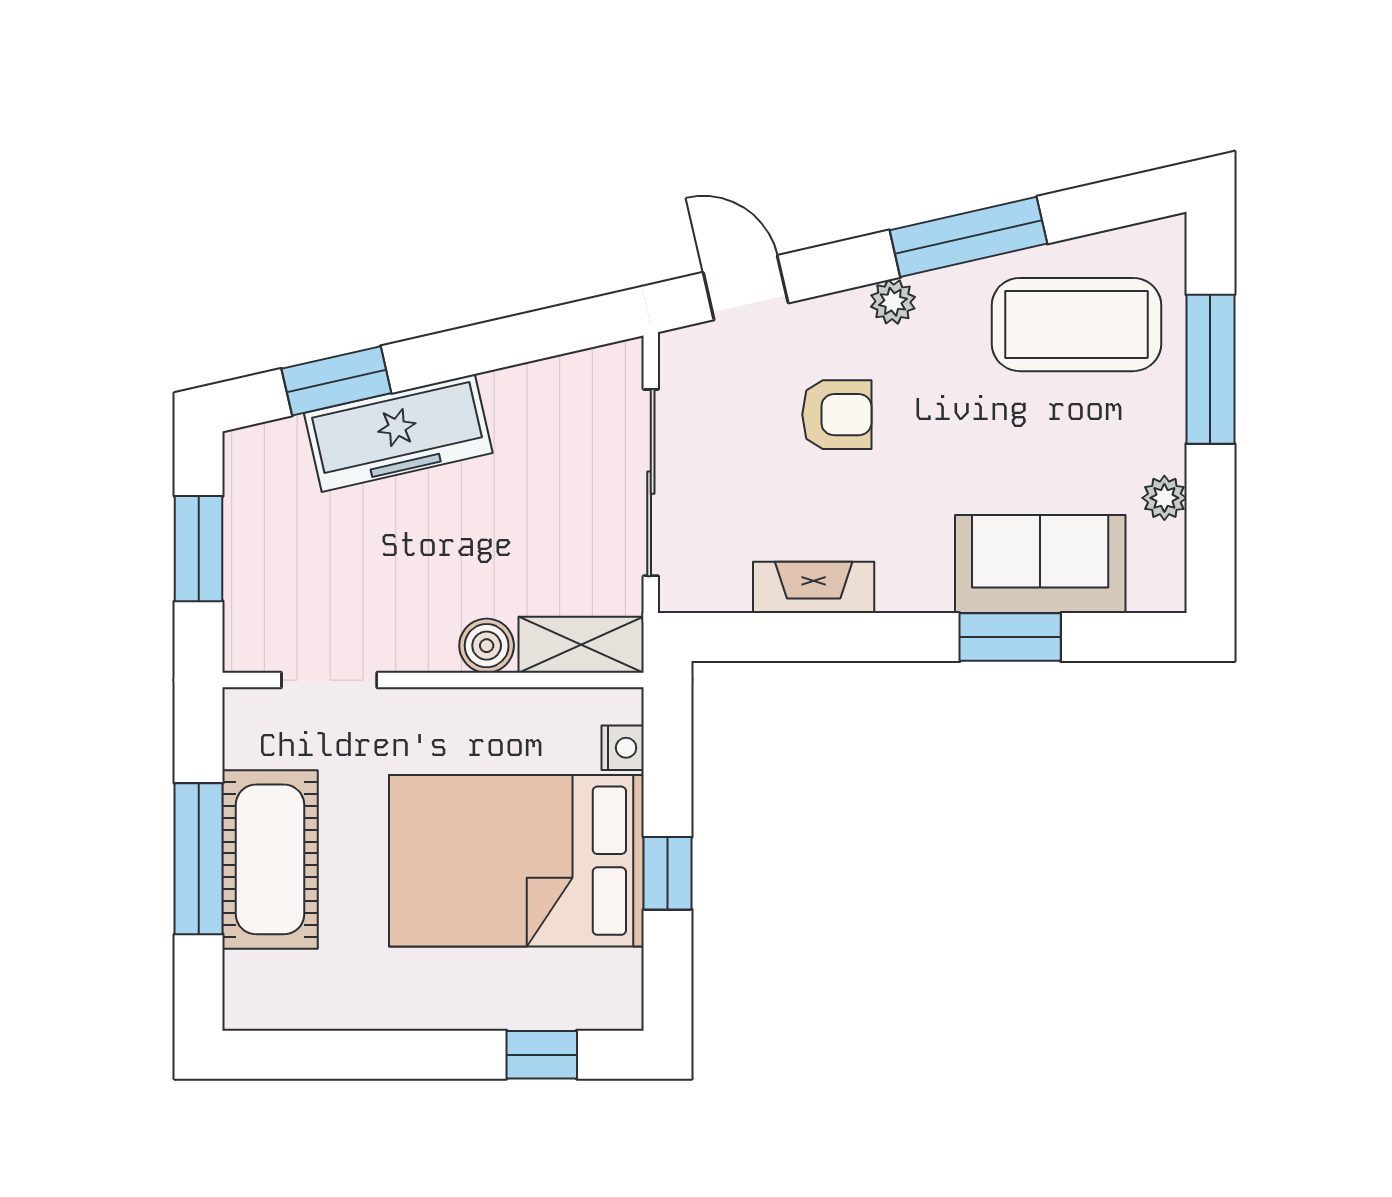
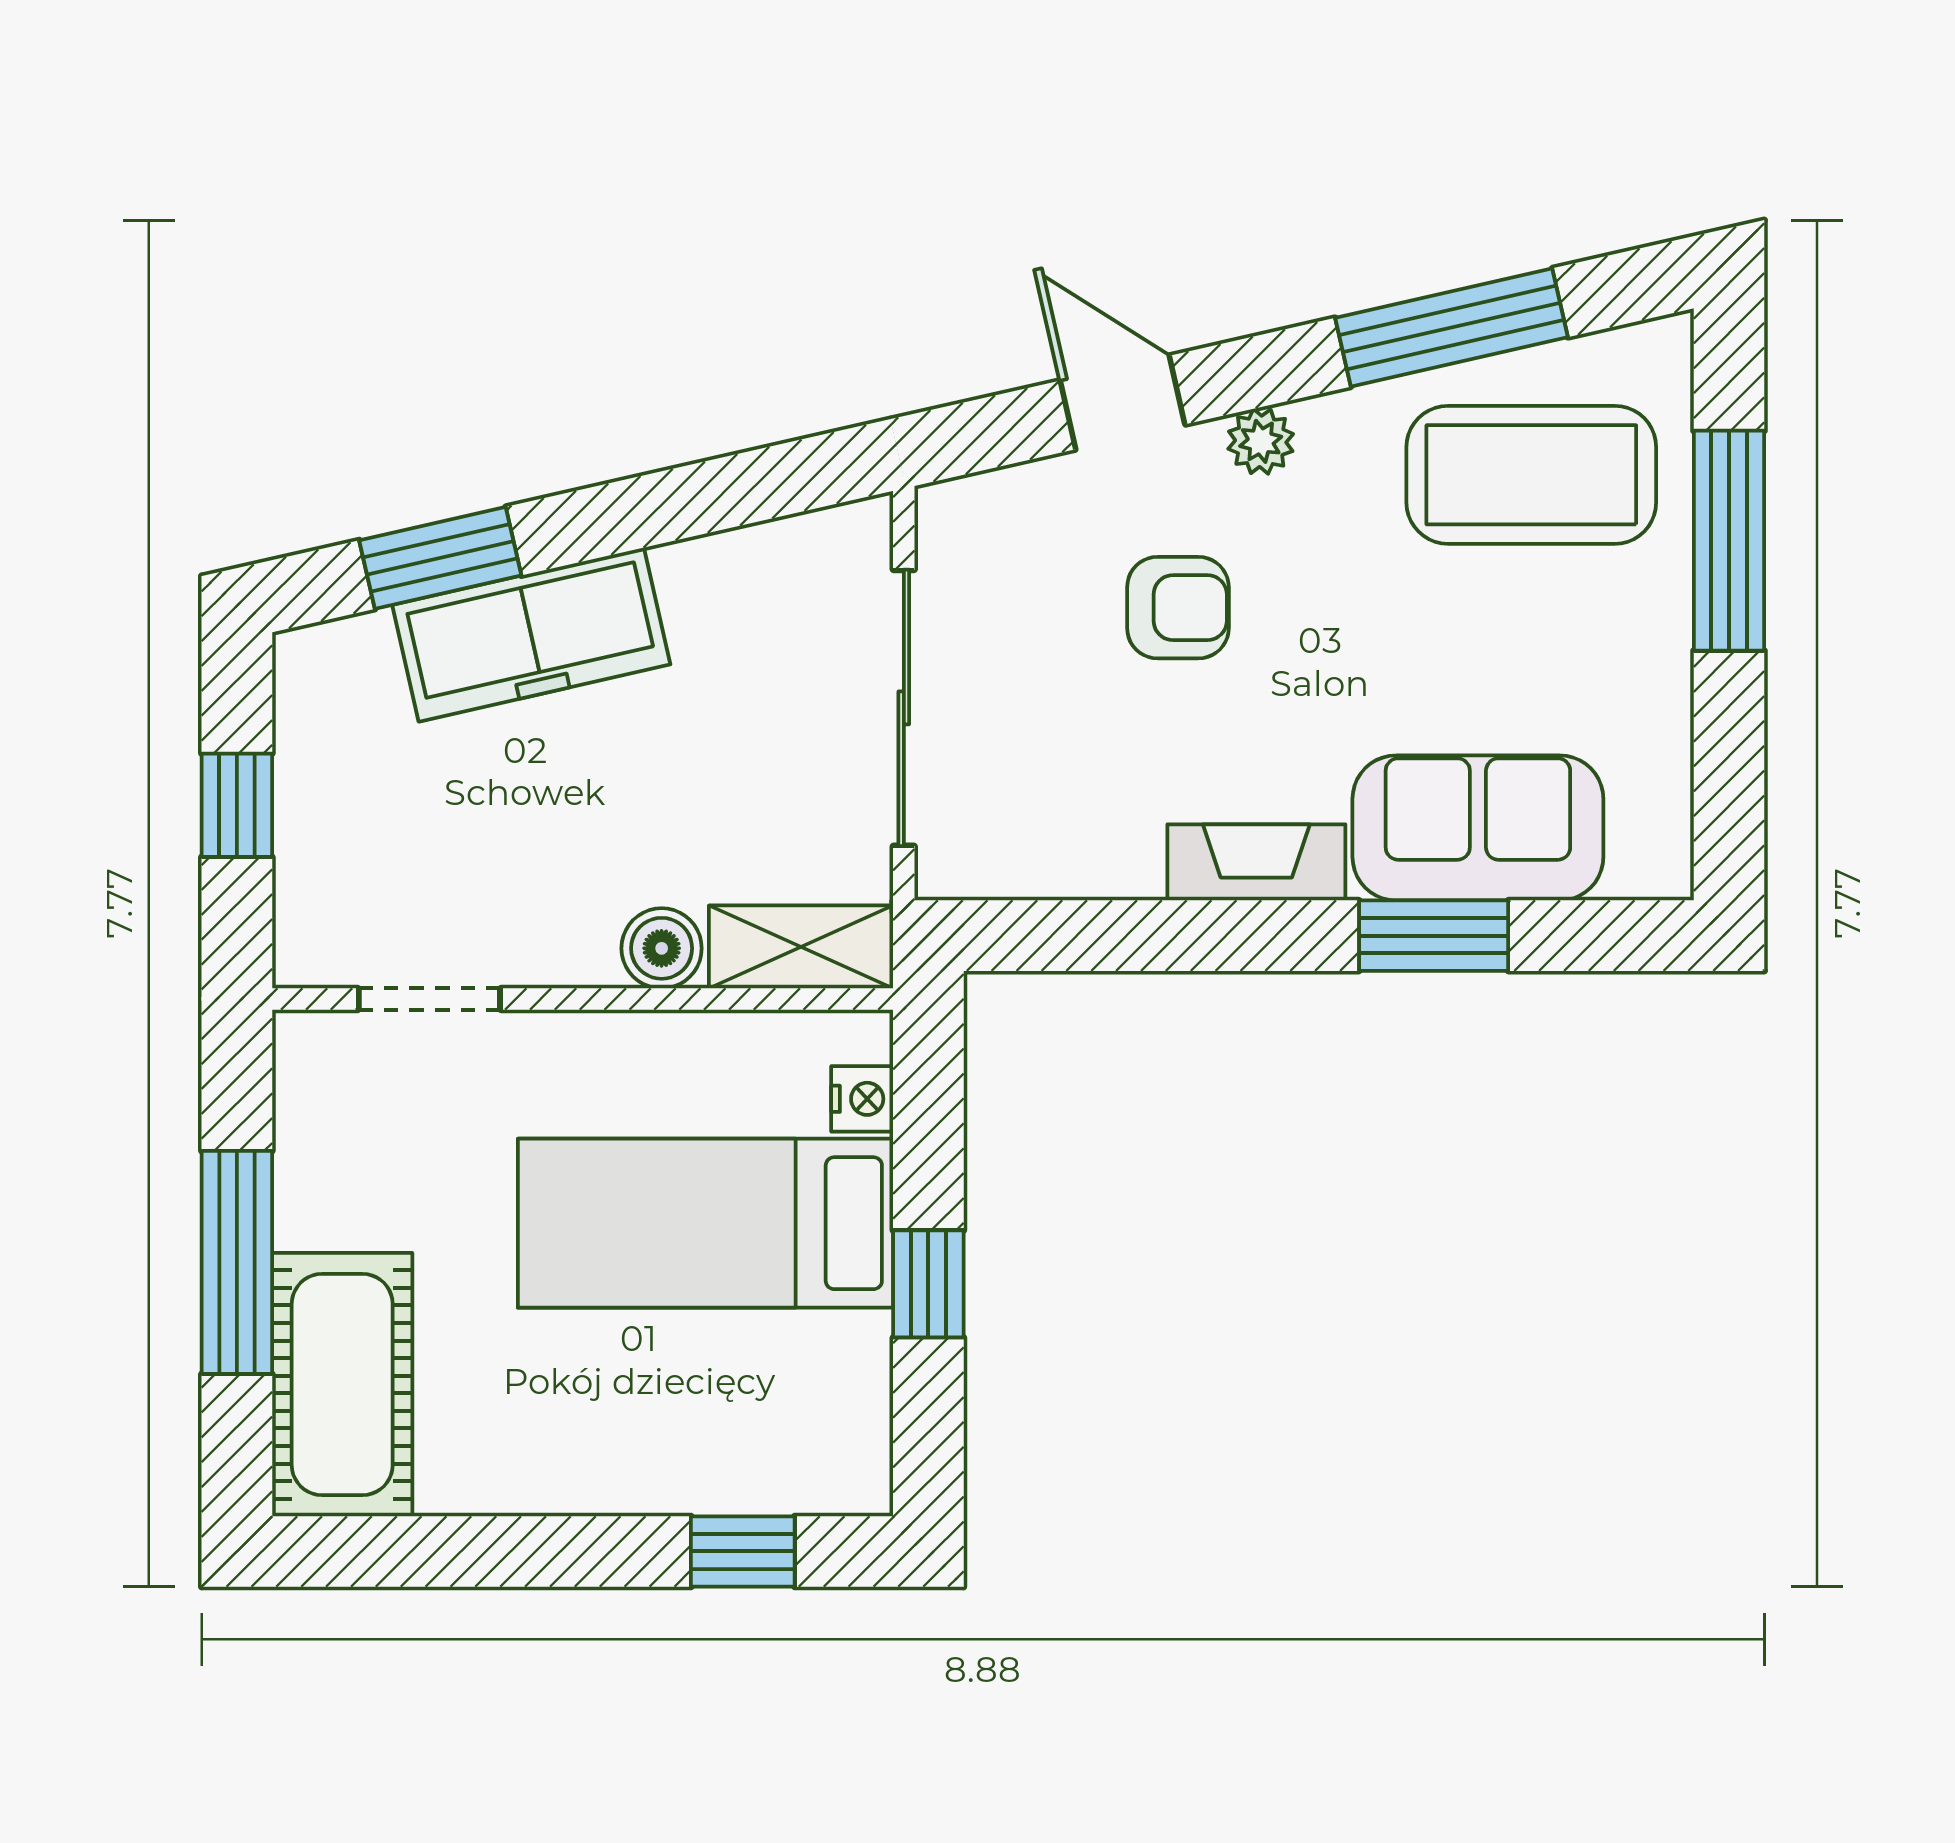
window: (968, 237) -> (1451, 328), moved
door: (746, 288) -> (1123, 402), moved
plant: (1164, 498) -> (1661, 730), removed
window: (199, 549) -> (237, 805), width x0.67
fireplace: (814, 587) -> (1256, 862), moved
cot: (270, 859) -> (342, 1385), moved
bed: (516, 861) -> (706, 1223), width x0.67

